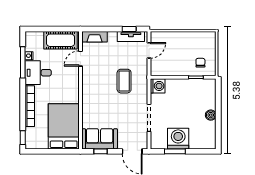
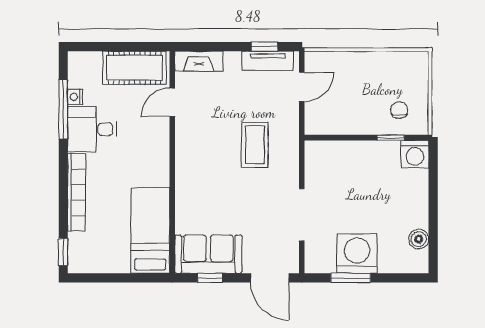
washing machine: (158, 86) -> (415, 154), moved, turned 90
boiler: (211, 115) -> (419, 239), moved
bed: (64, 126) -> (150, 231), width x0.67

